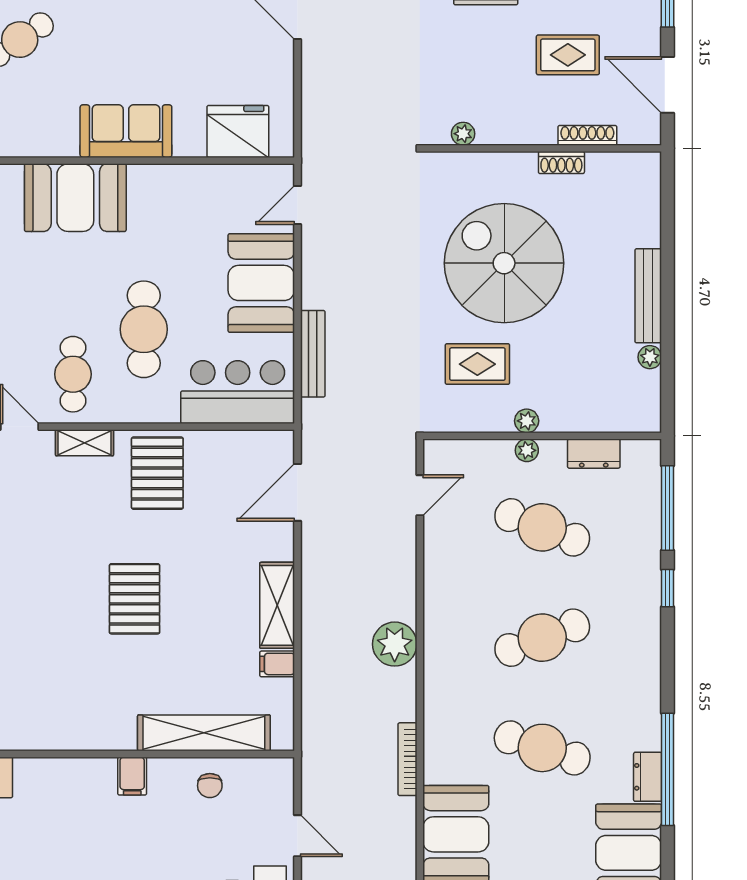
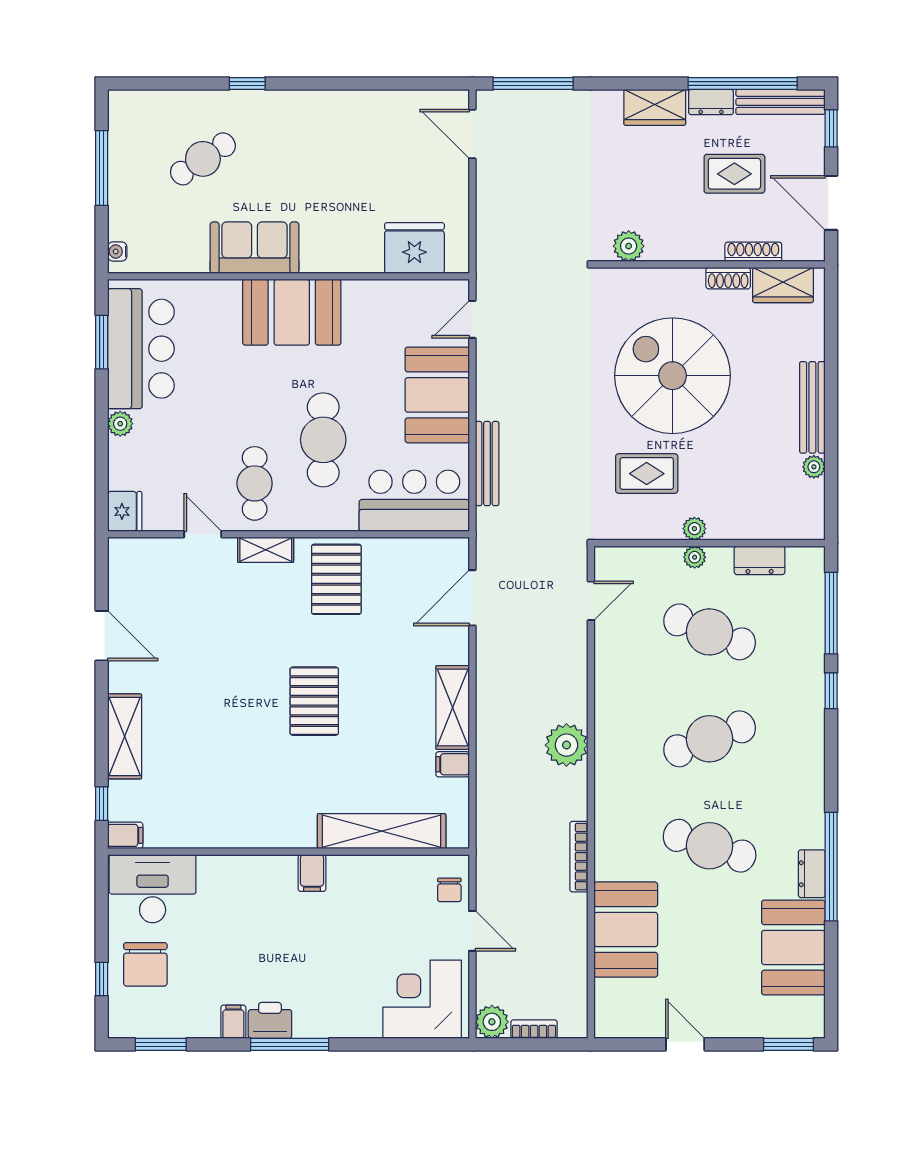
sofa: (126, 131) -> (255, 248), moved
plant: (463, 134) -> (629, 246), width x1.38, depth x1.38
wardrobe: (618, 170) -> (783, 285), added
booth: (75, 198) -> (292, 312), moved
chair: (210, 786) -> (449, 890), moved

